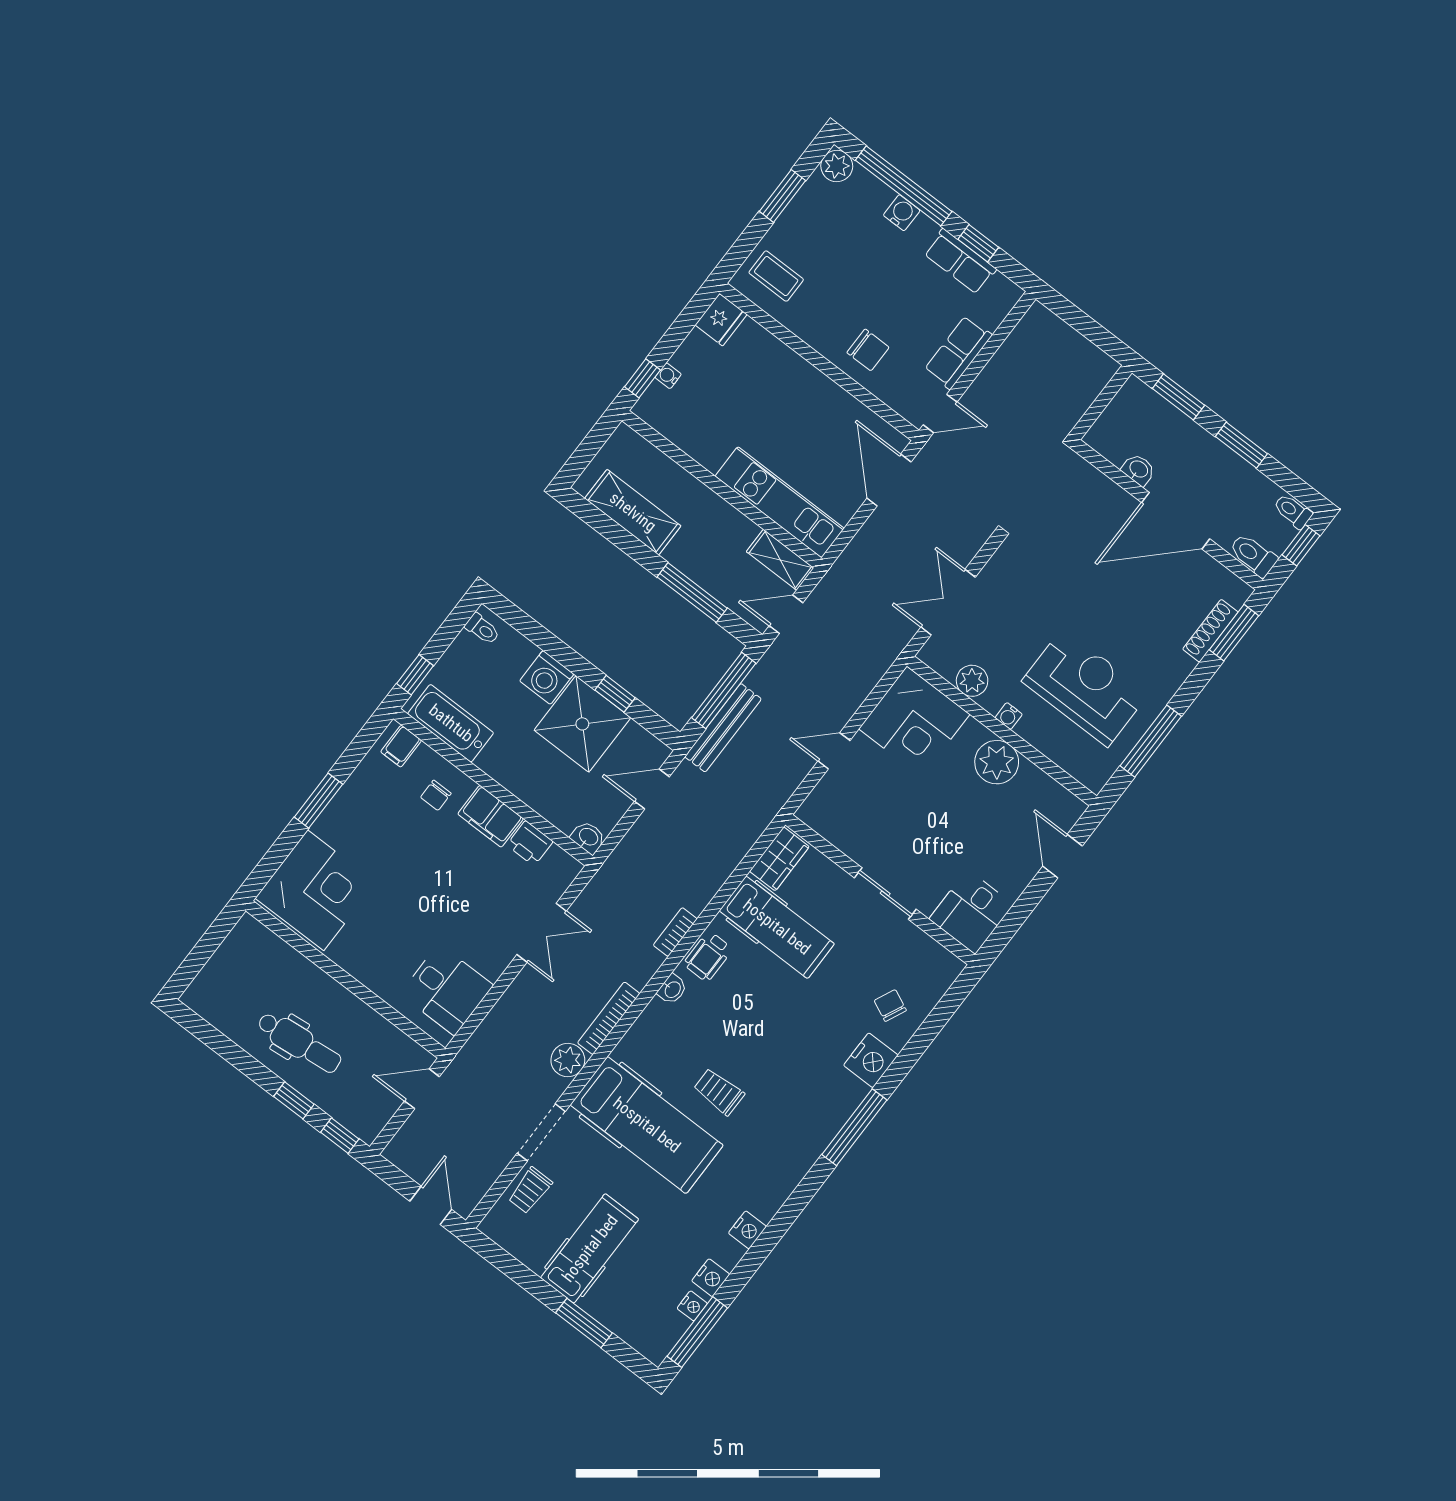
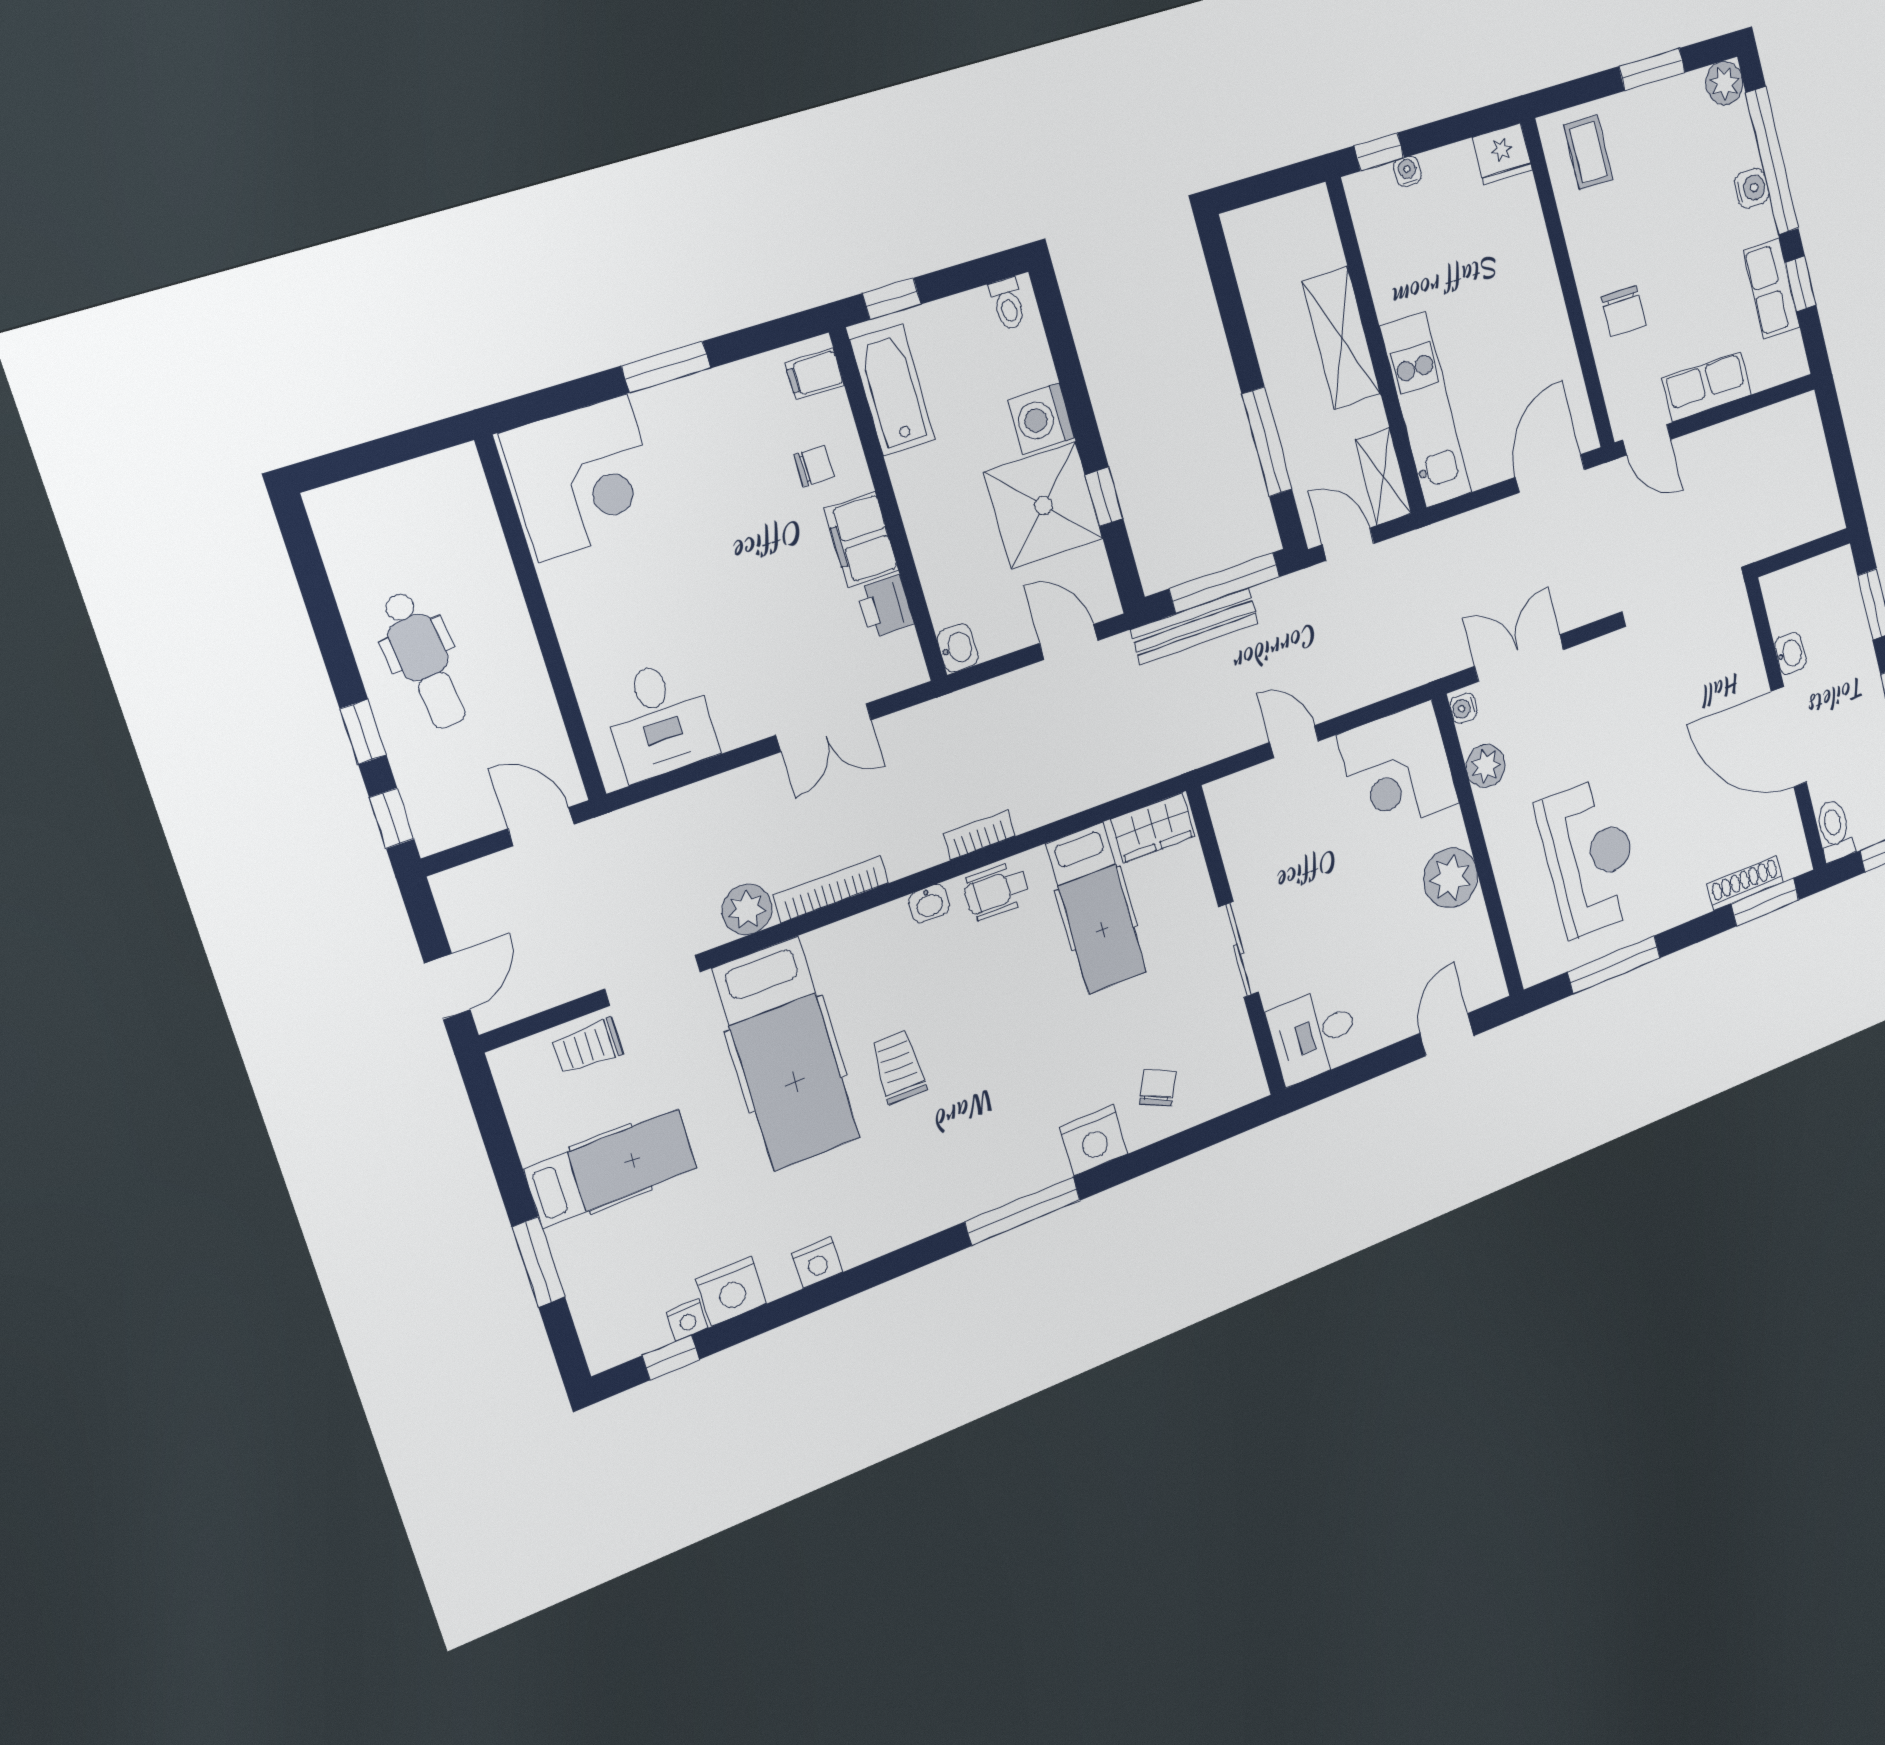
shelving: (633, 512) -> (1341, 338), moved
water cooler: (1009, 716) -> (1463, 708), moved
chair: (436, 795) -> (814, 466), turned 180
nightstand: (711, 1278) -> (731, 1291), width x1.36, depth x1.33
window: (697, 1332) -> (671, 1358), width x0.46

